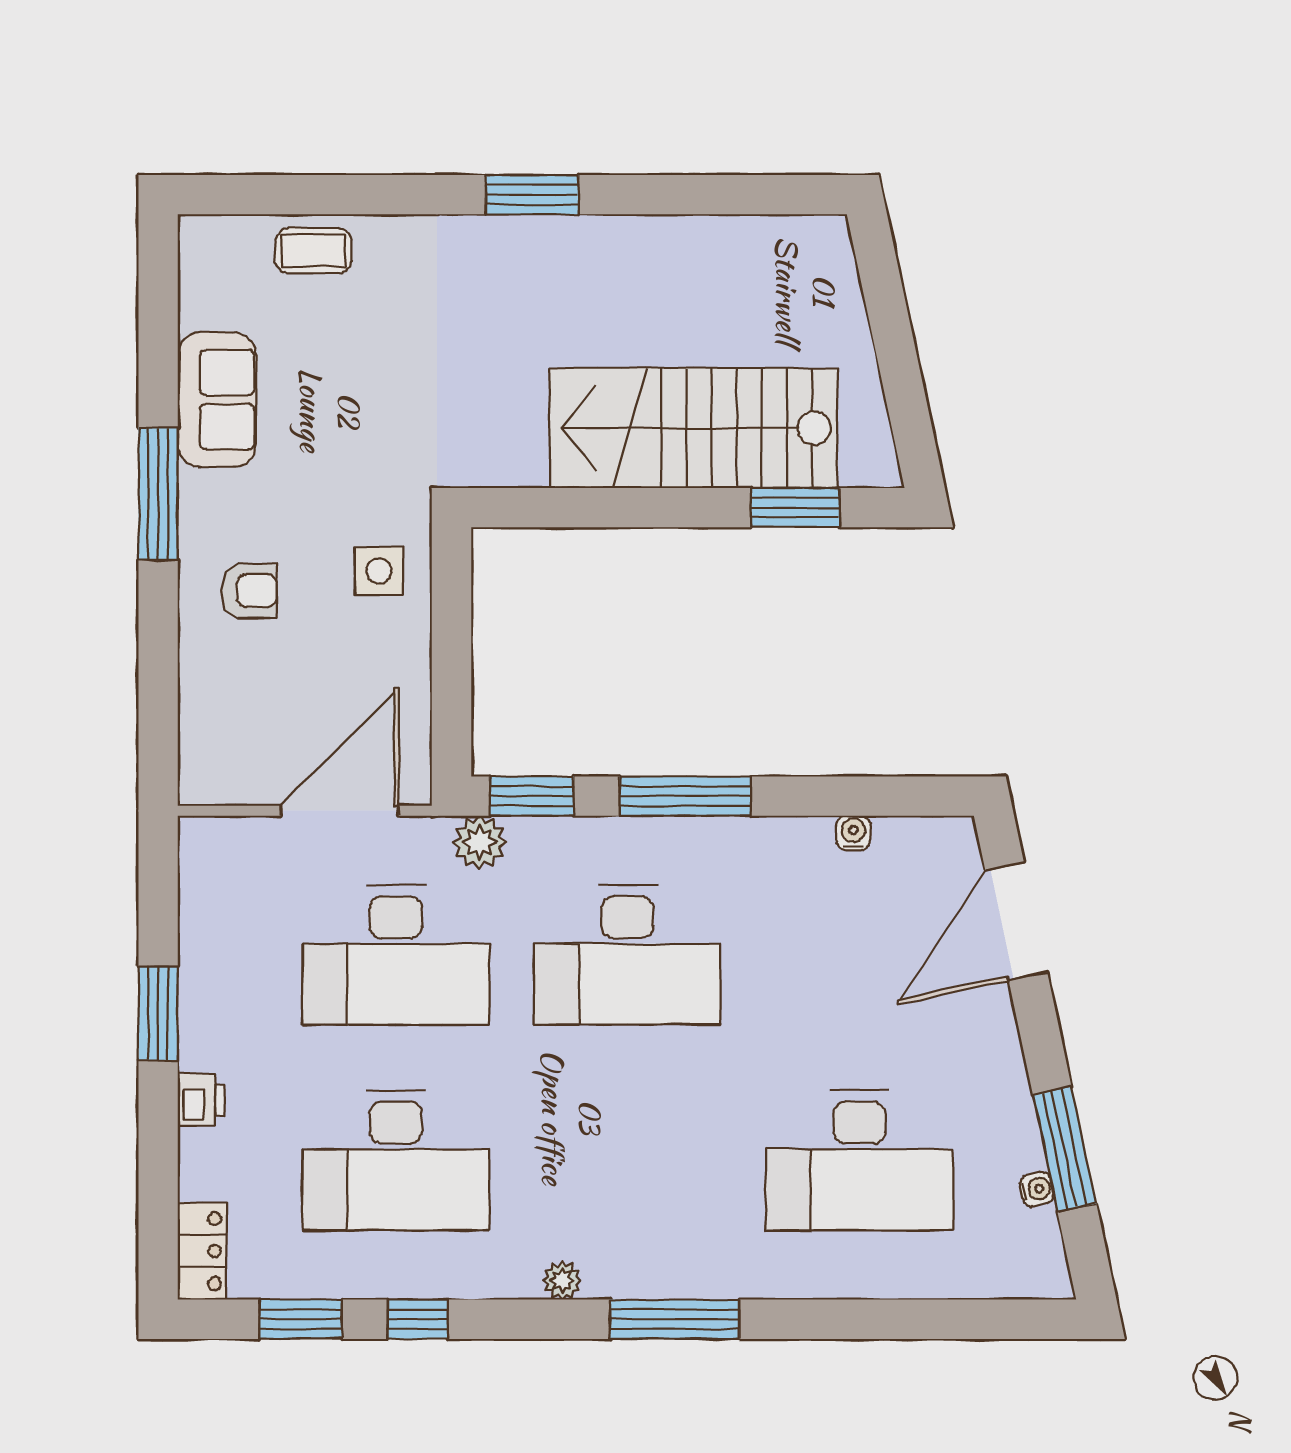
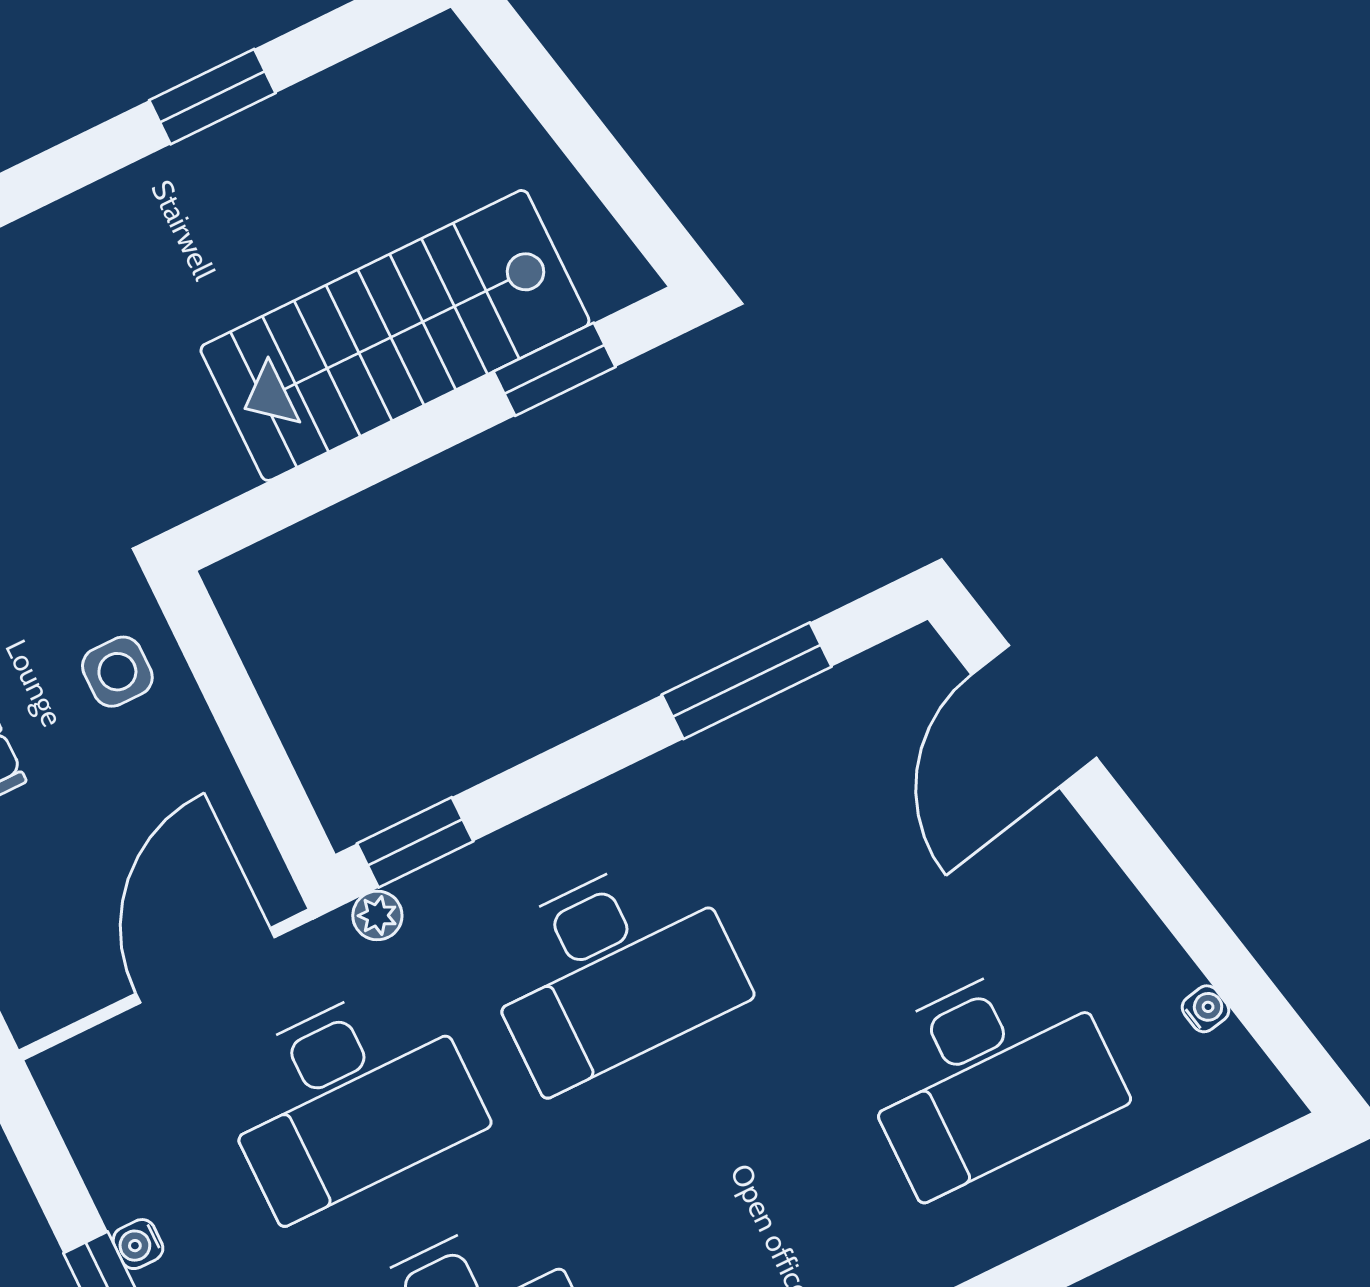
window: (532, 195) -> (212, 97), moved
window: (685, 796) -> (747, 681), moved
water cooler: (853, 833) -> (138, 1244), moved, turned -90
plant: (480, 842) -> (377, 915), width x0.73, depth x0.73
window: (1065, 1149) -> (1215, 948), removed

